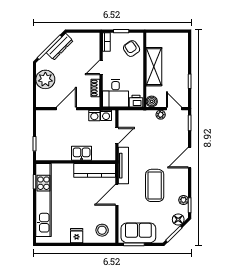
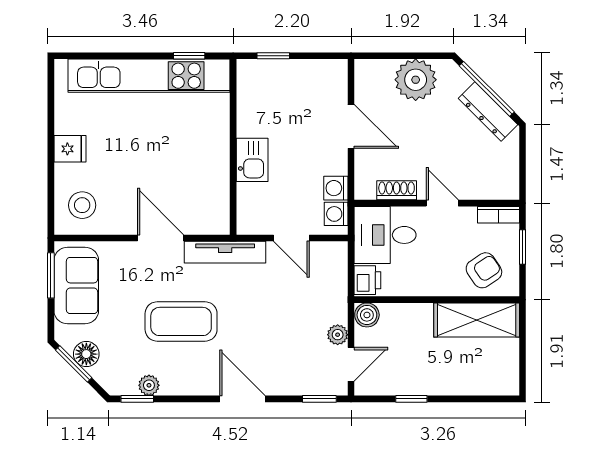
shelving: (154, 67) -> (477, 320), moved
kitchen counter: (95, 170) -> (215, 189), removed
floor lamp: (178, 219) -> (86, 354), moved

